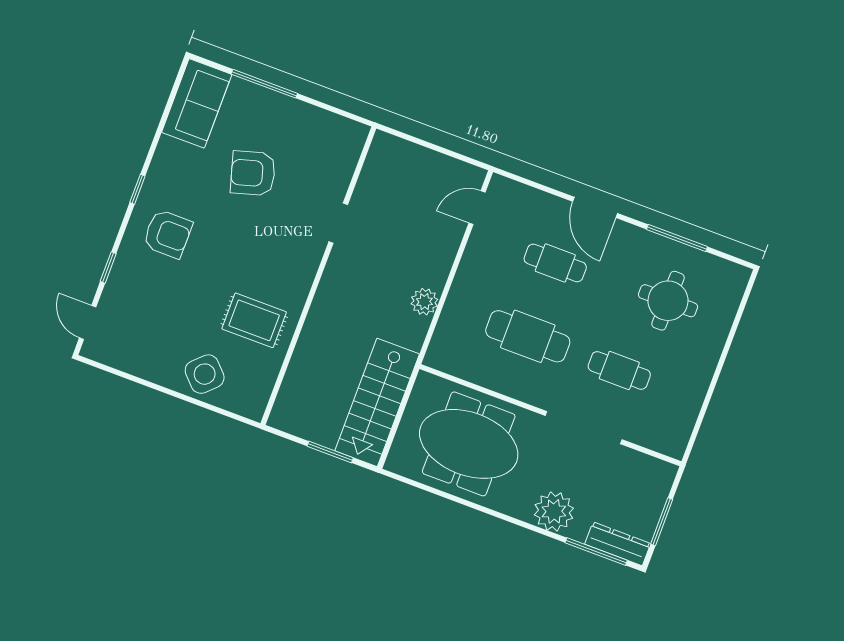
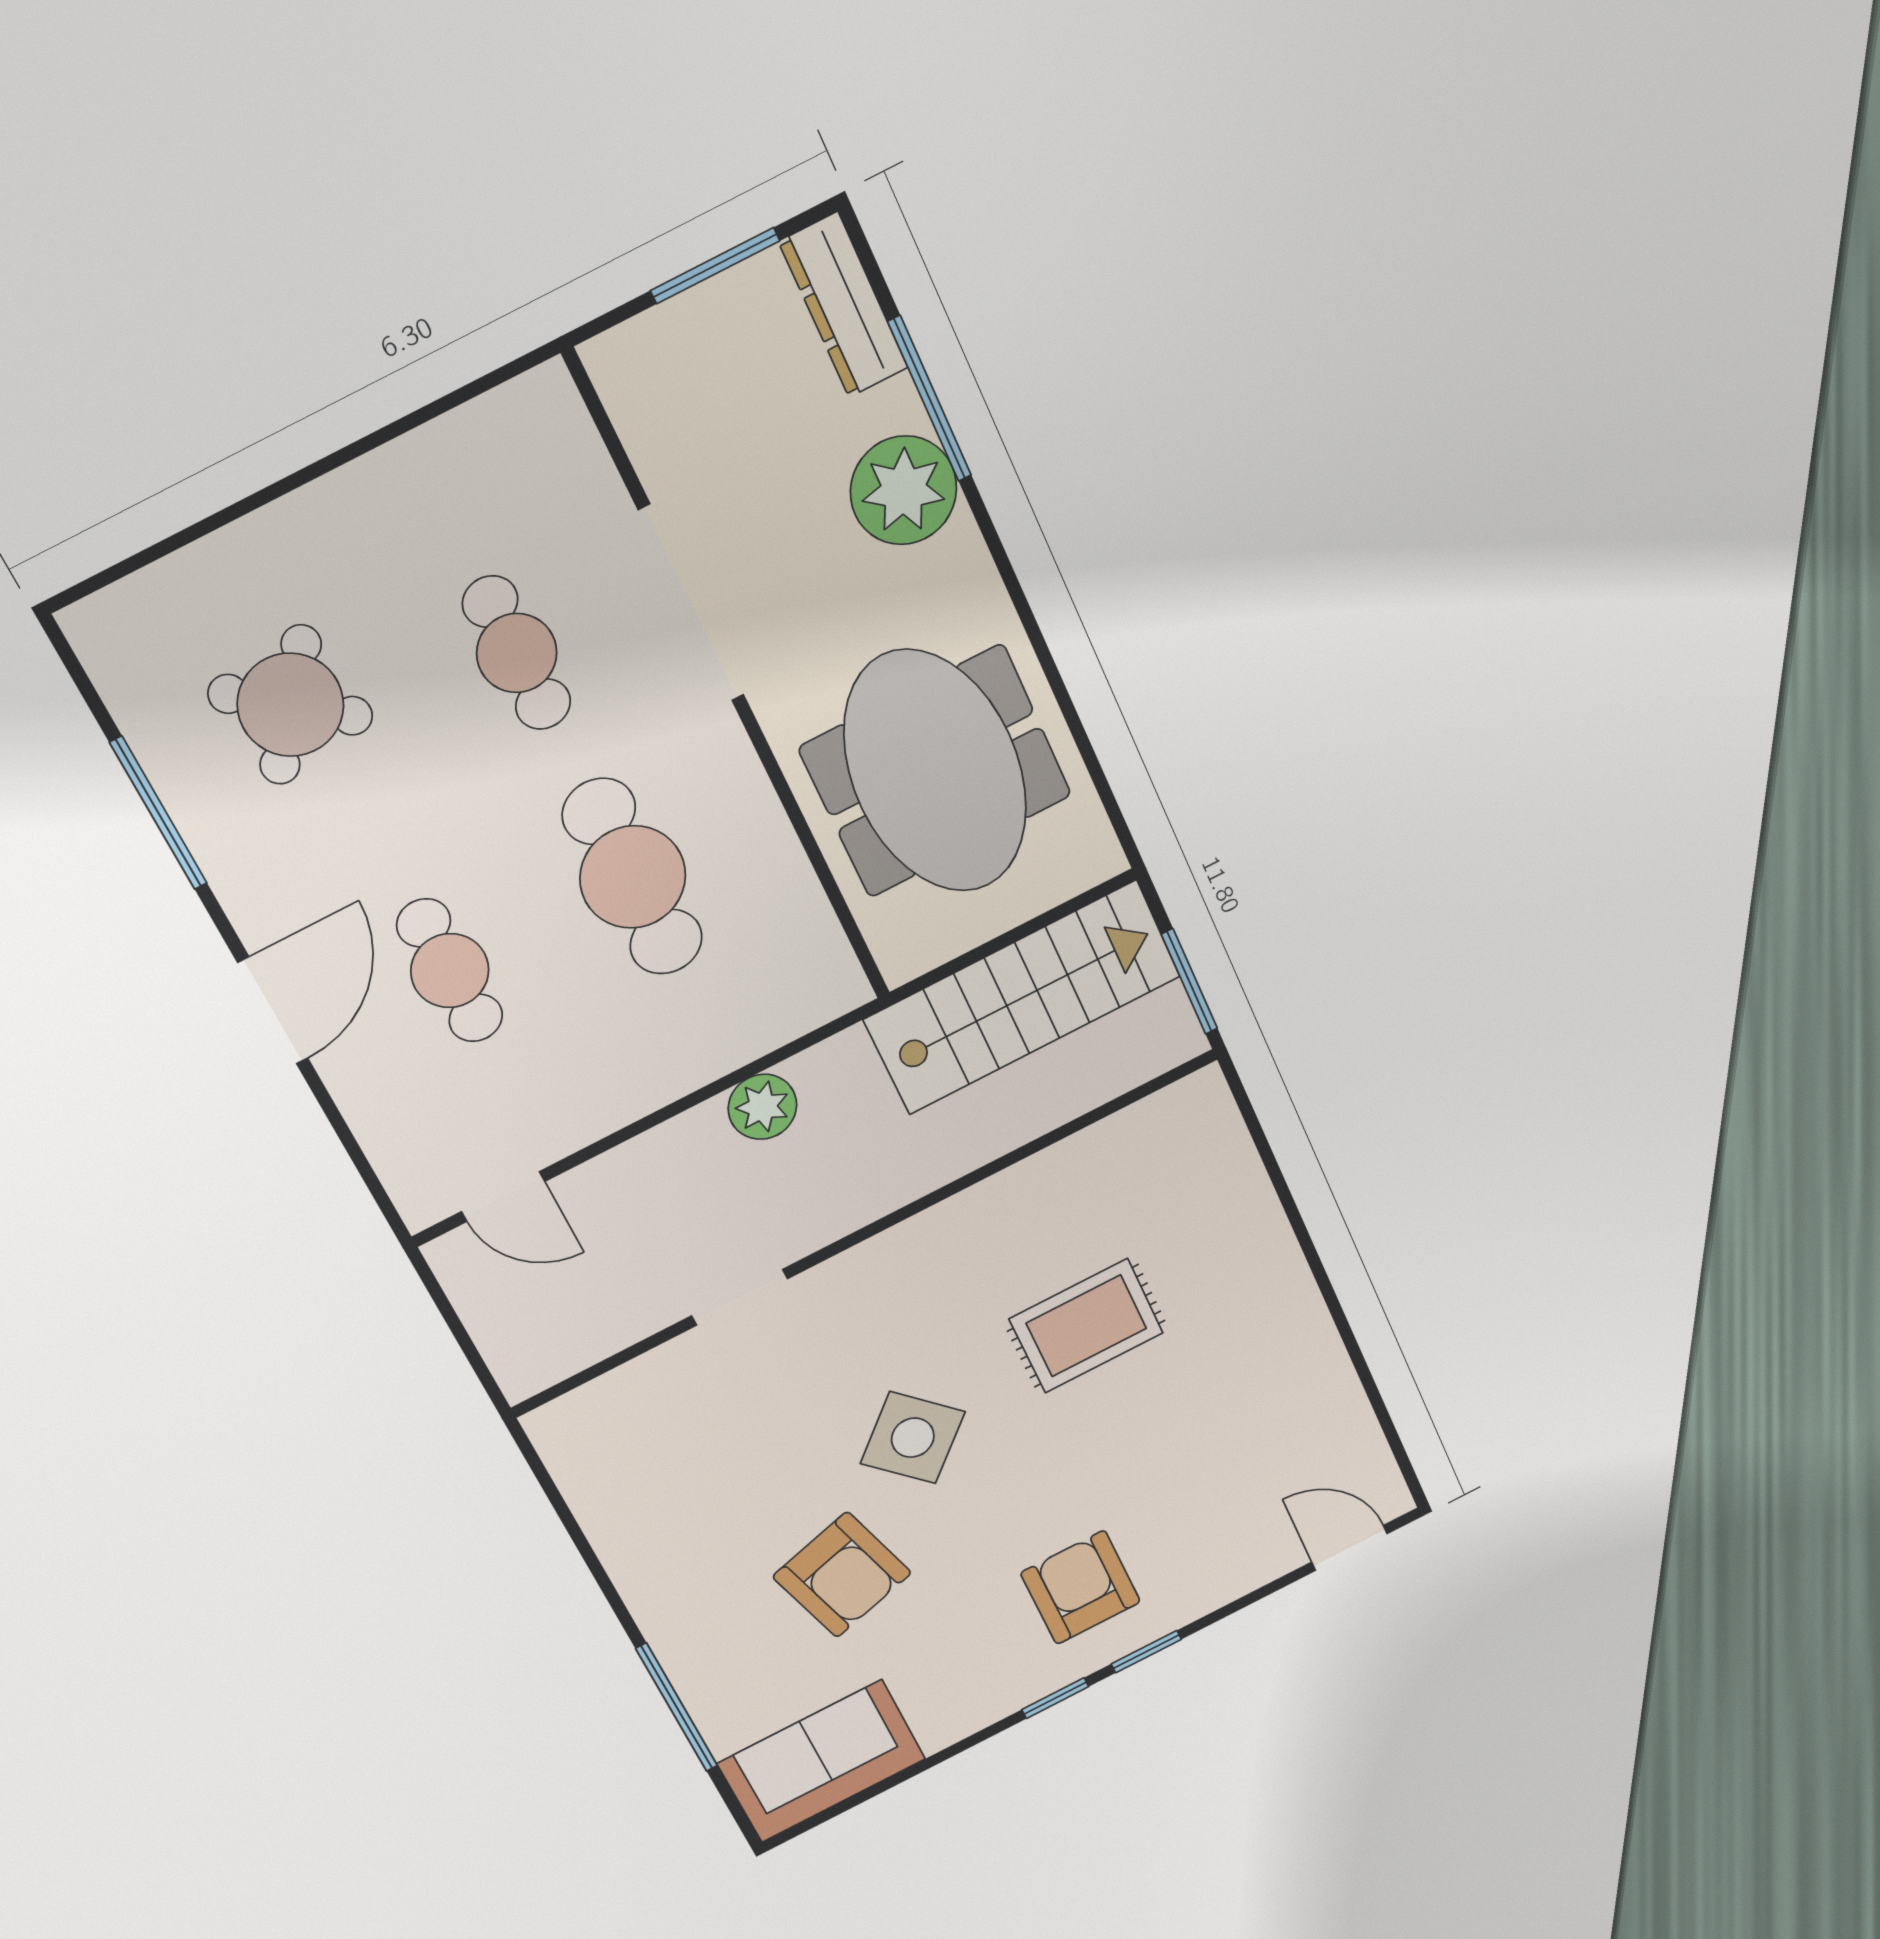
doorway: (338, 223) -> (740, 1297), moved
window: (108, 268) -> (1146, 1652), moved
wall: (318, 276) -> (864, 1234), moved
round table: (668, 301) -> (290, 705), turned 38
rug: (254, 320) -> (1086, 1326), turned 90
door: (88, 322) -> (1349, 1548), swing flipped
side table: (205, 374) -> (913, 1438), moved
window: (596, 551) -> (930, 399), moved

